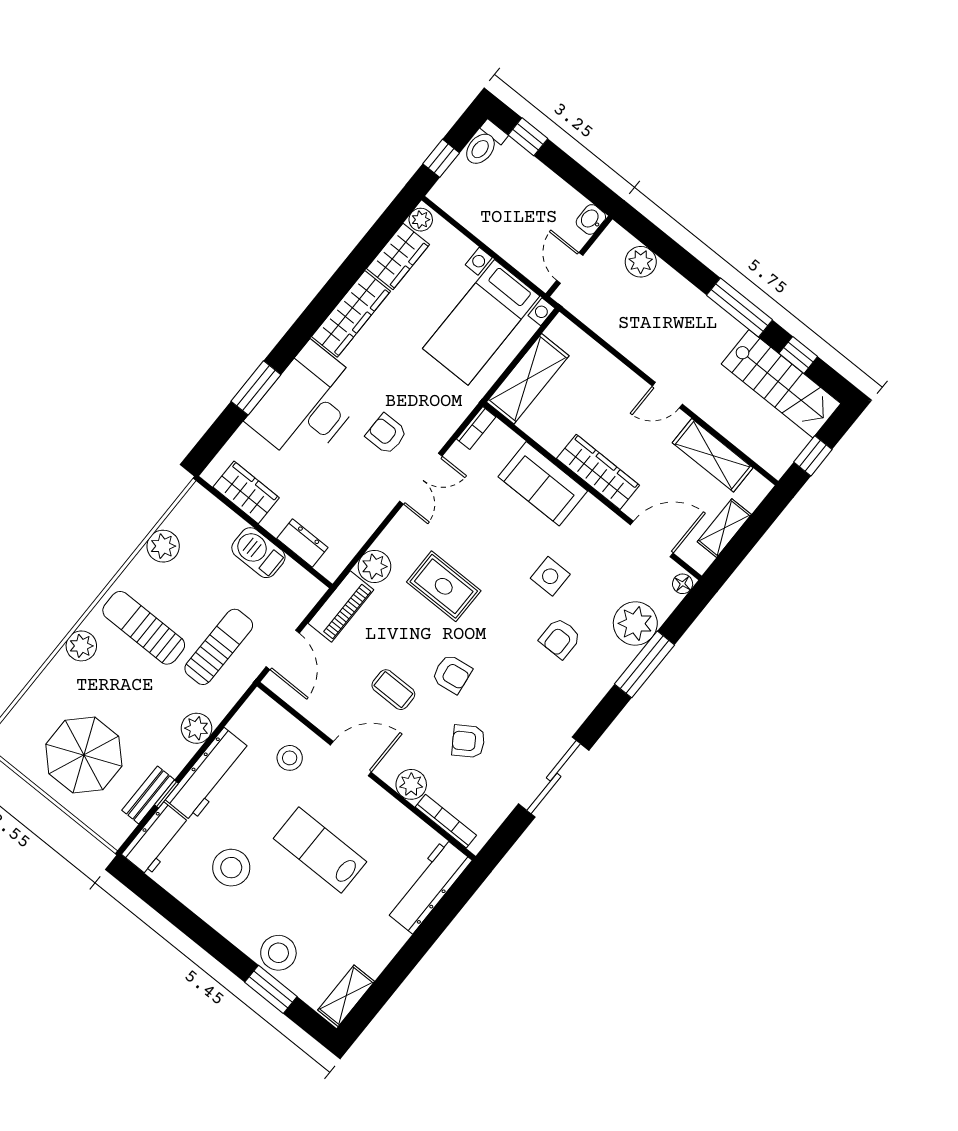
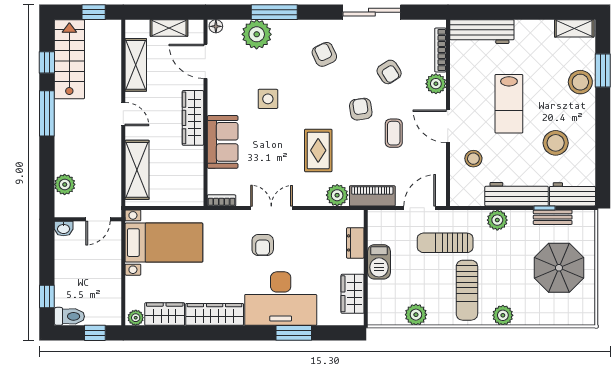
shelving: (528, 379) -> (137, 170), moved, turned 90
armchair: (560, 638) -> (324, 54), moved, turned -115

